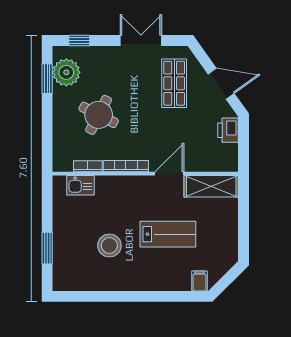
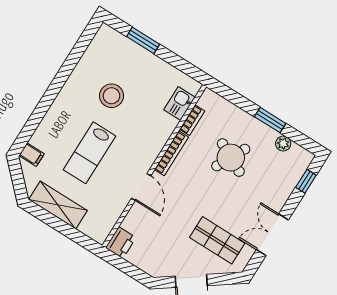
double door: (141, 41) -> (272, 235), swing flipped
plant: (66, 72) -> (283, 144), width x0.53, depth x0.53
window: (47, 79) -> (270, 120), moved
printer: (228, 130) -> (121, 243), moved, turned 90
shelving: (211, 186) -> (58, 205), moved, turned 90

